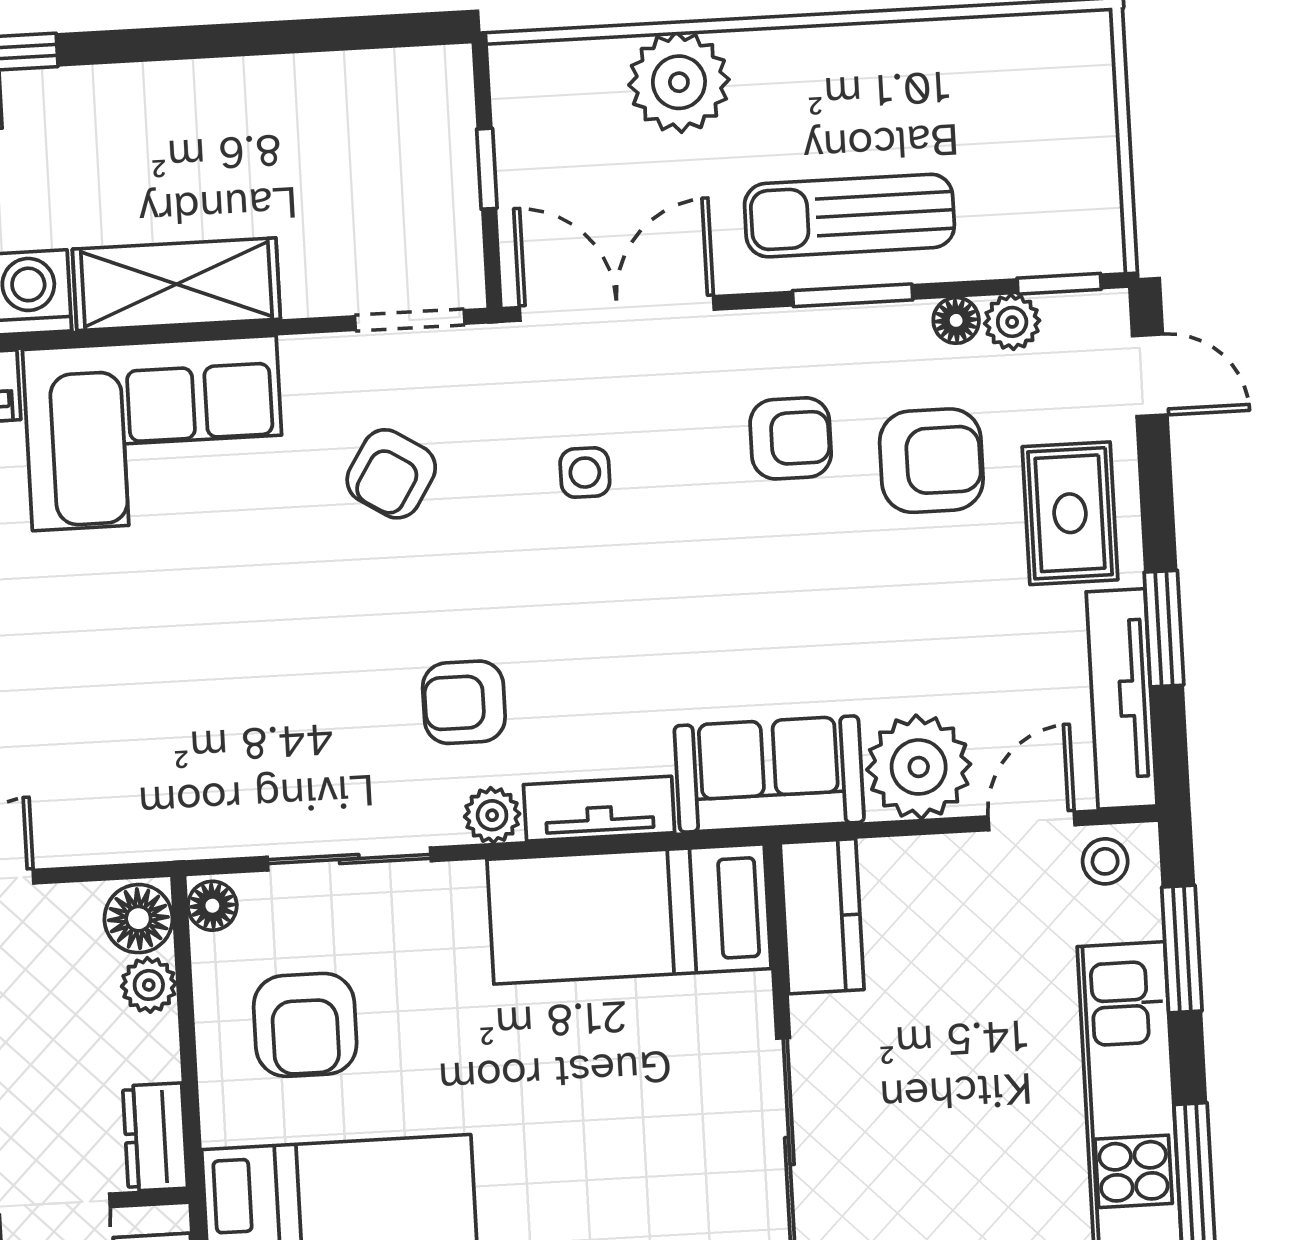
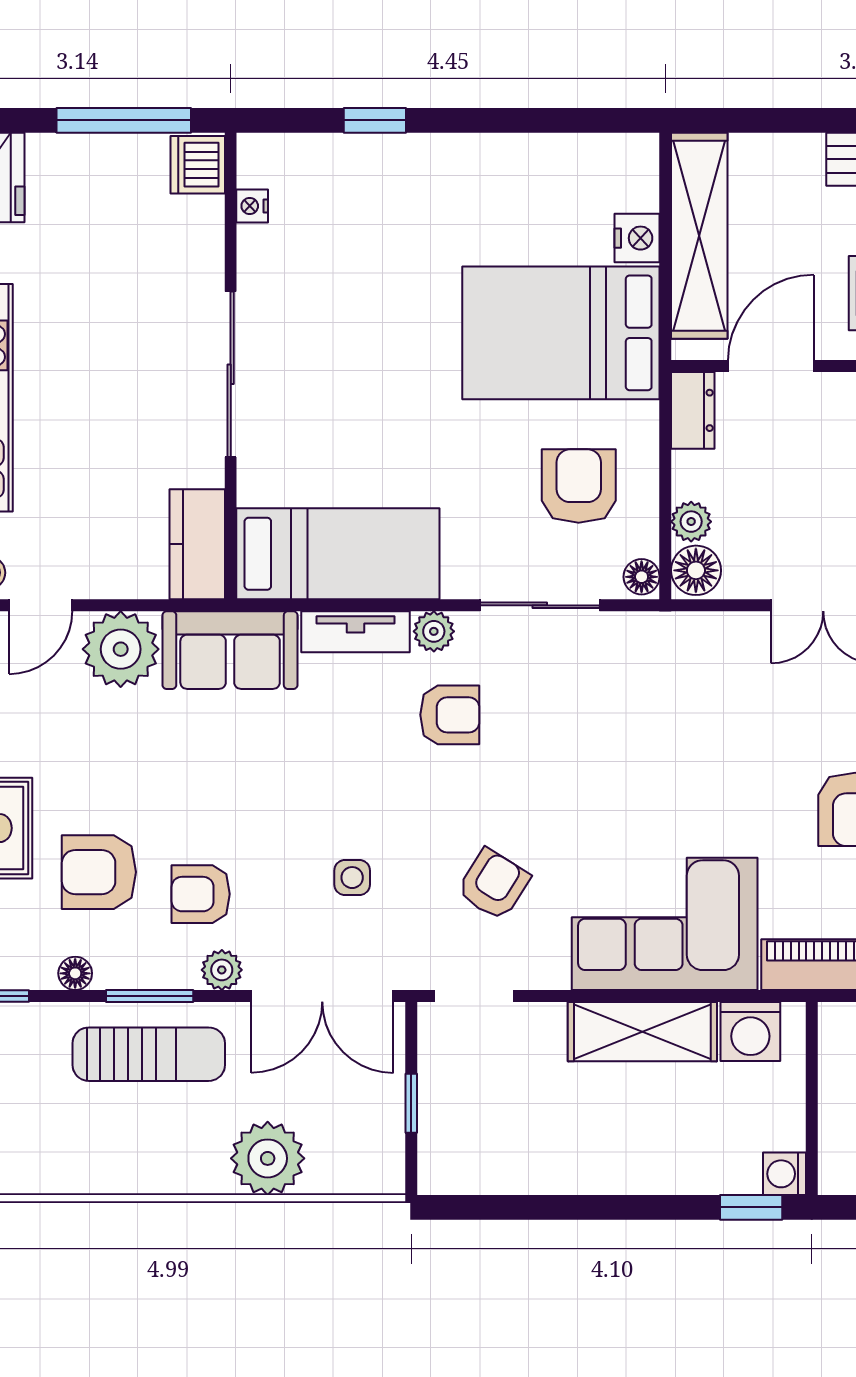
plant: (1012, 322) -> (222, 970), moved

